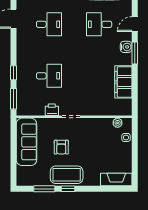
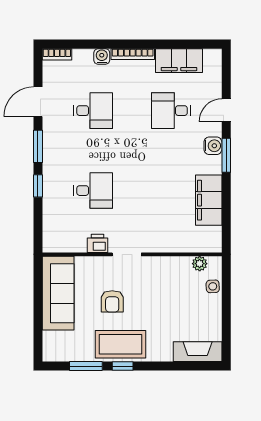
window: (13, 99) -> (38, 146), moved

